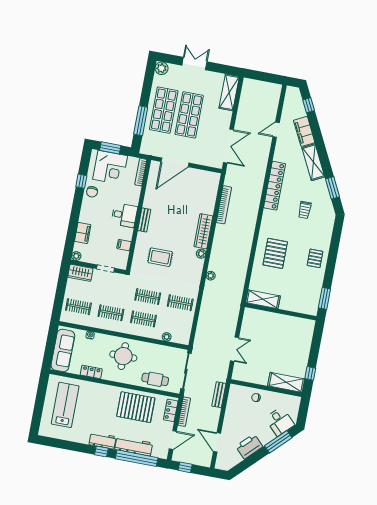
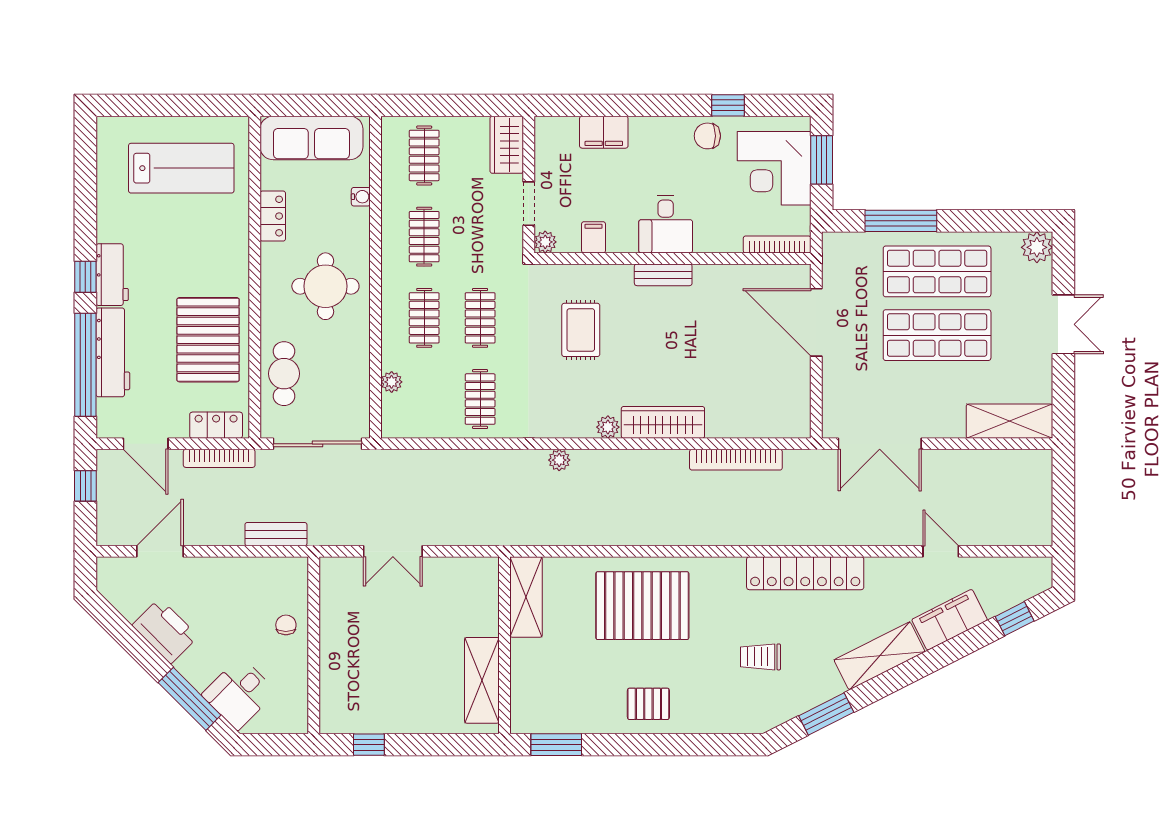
pallet: (275, 253) -> (642, 606), width x1.37, depth x1.41
plant: (76, 256) -> (545, 242), moved
shelving: (286, 382) -> (482, 680), moved

